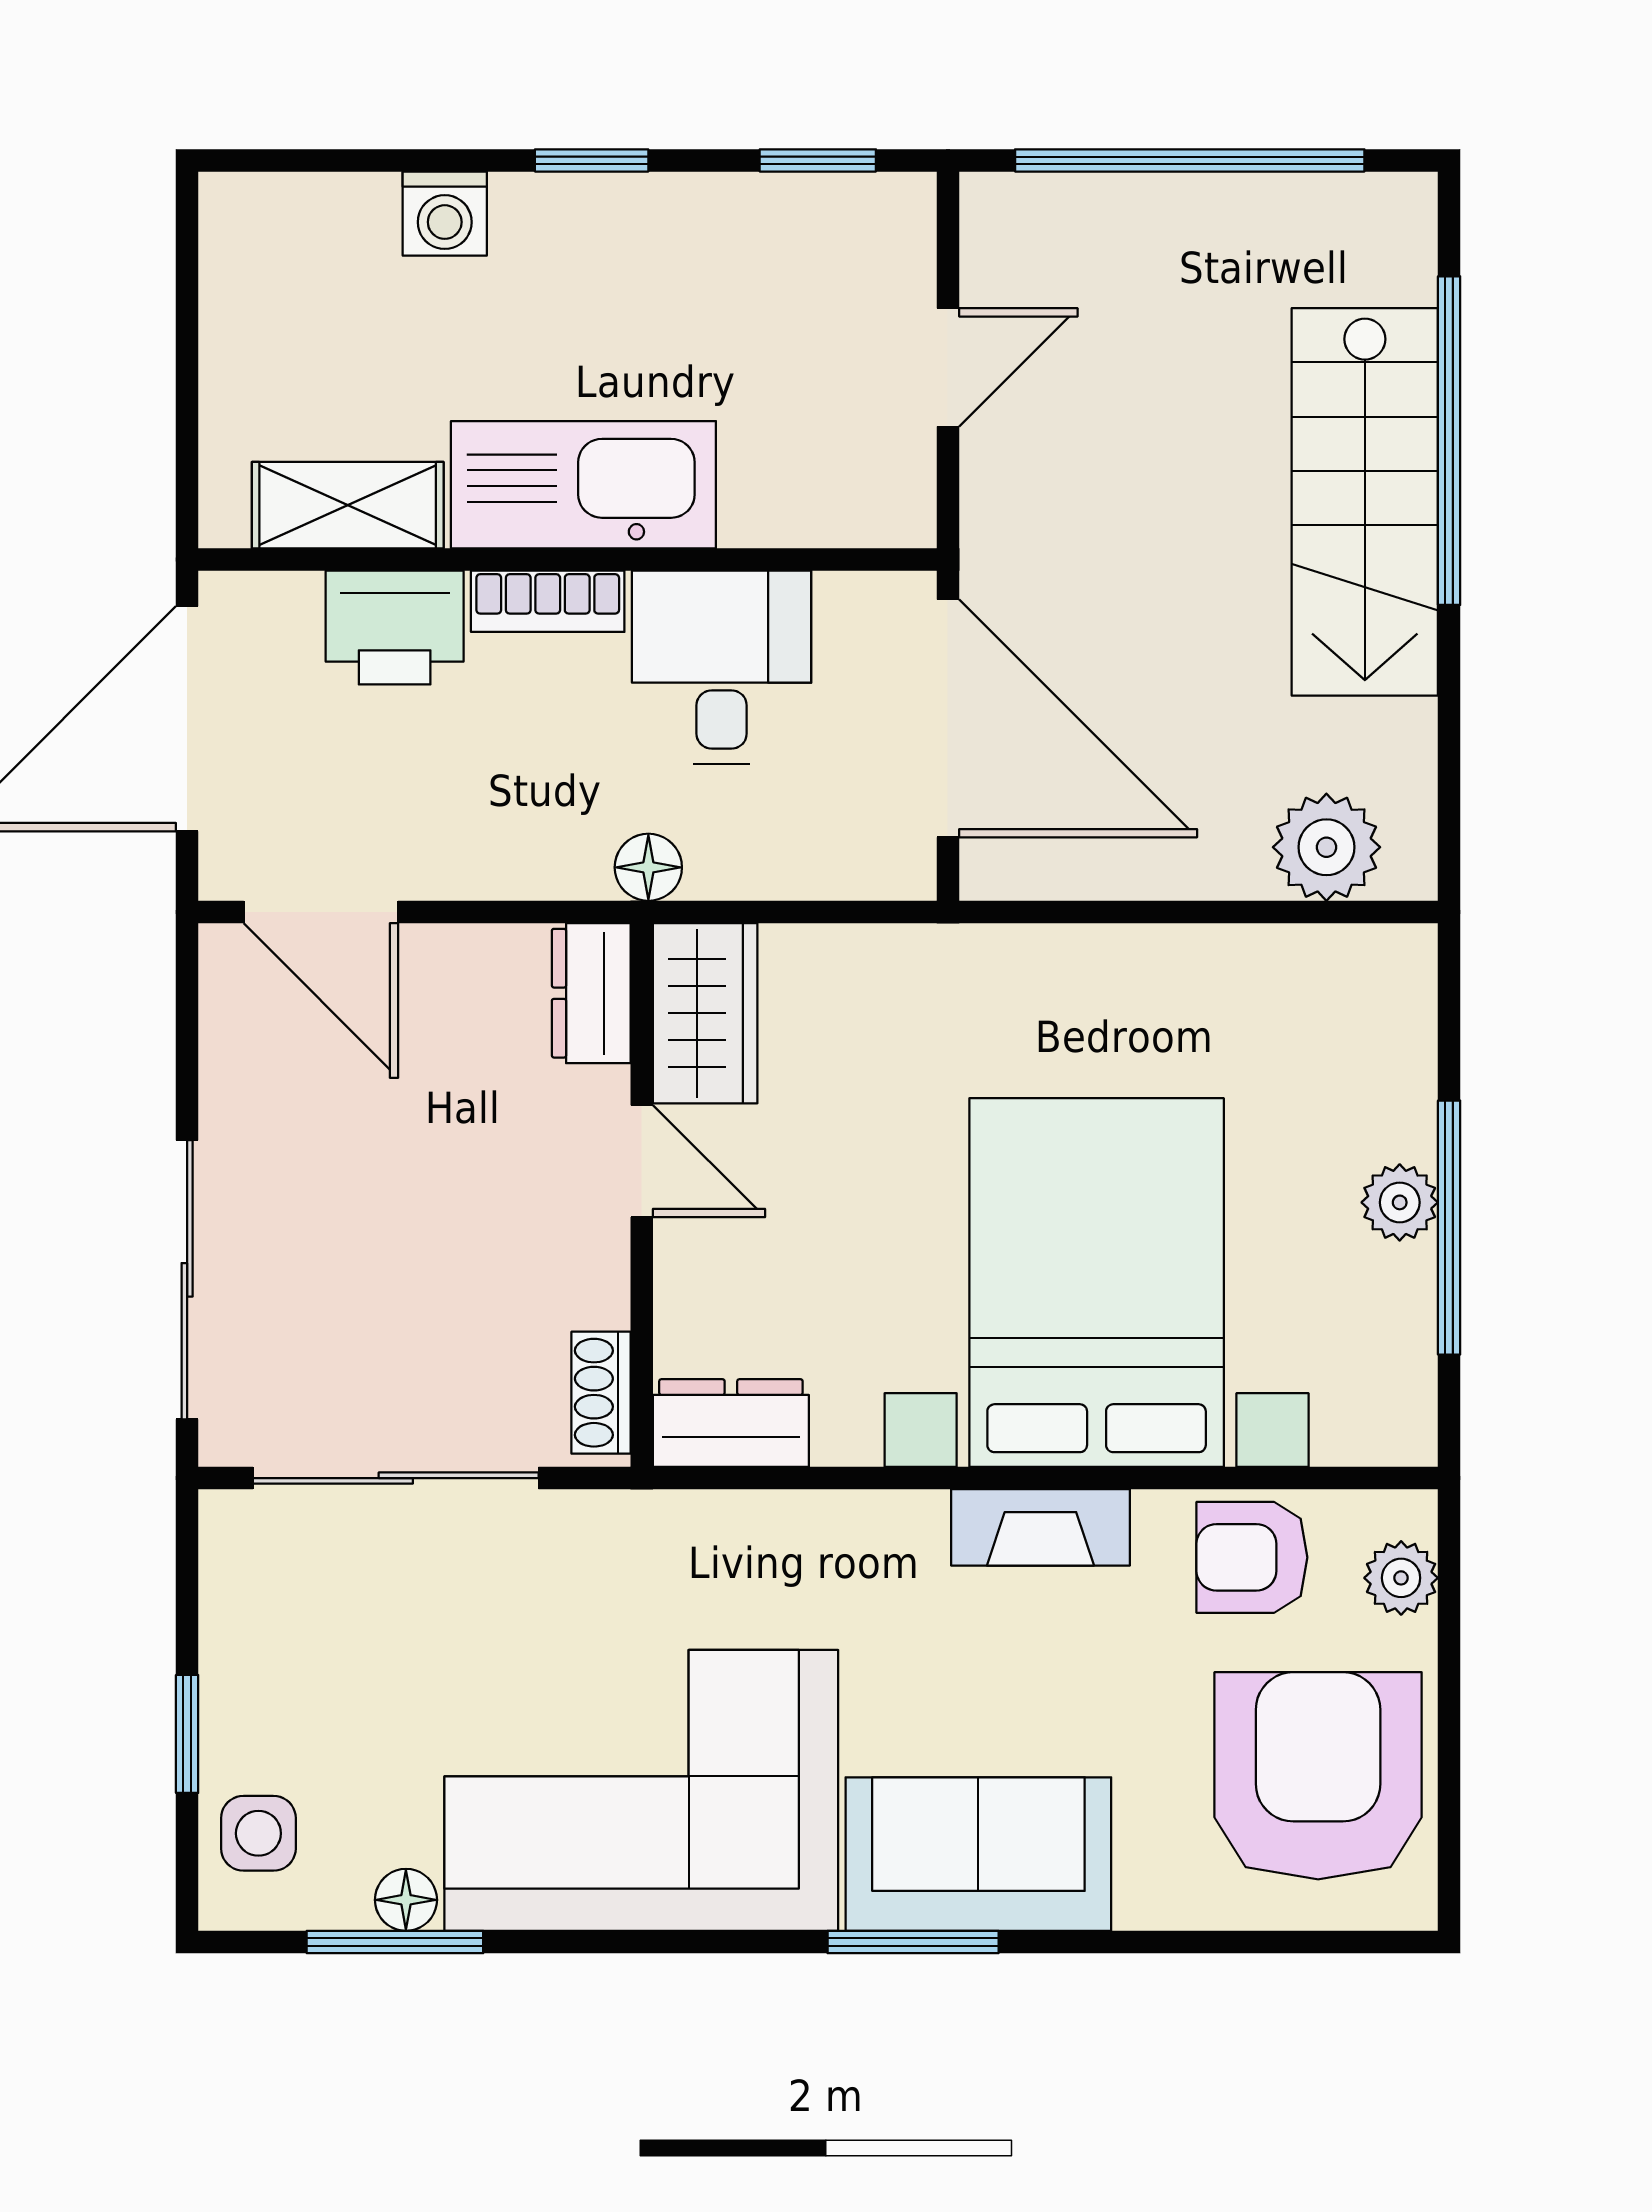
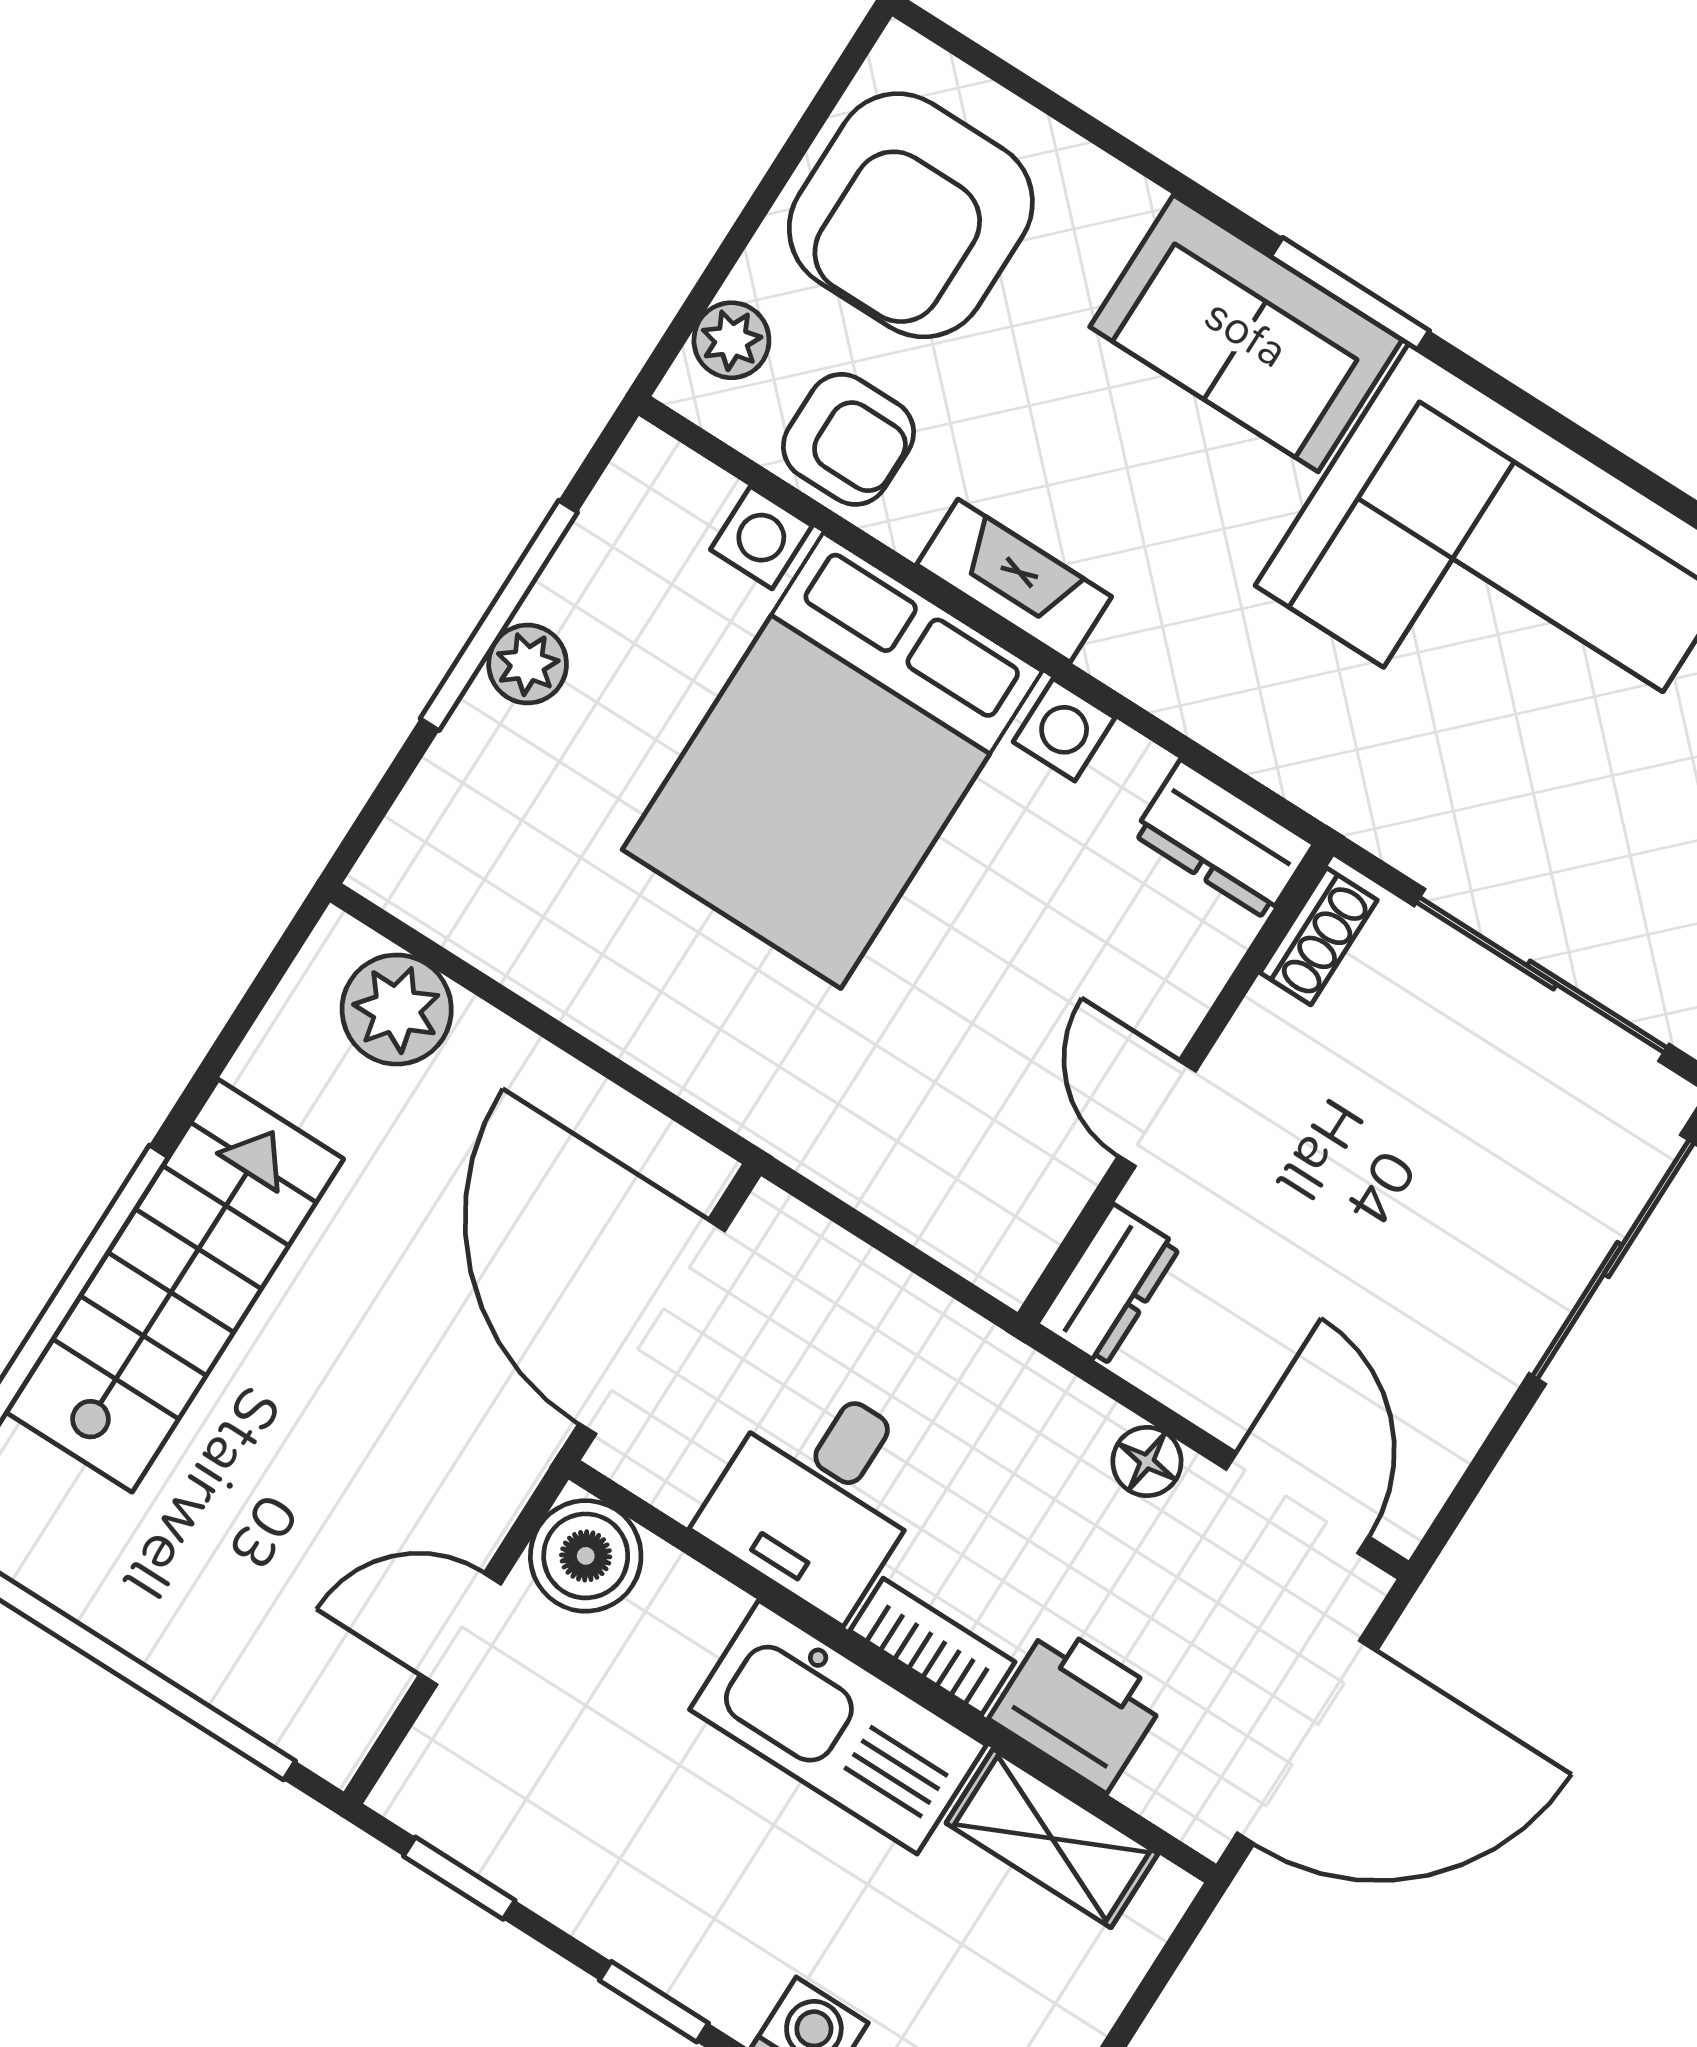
boiler: (883, 494) -> (586, 1556), added
floor lamp: (648, 867) -> (1147, 1461), moved
wardrobe: (705, 1013) -> (1022, 1206), removed

